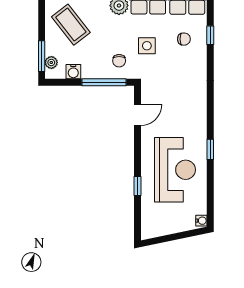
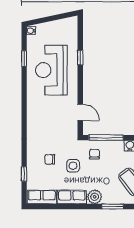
chair: (184, 39) -> (50, 159), moved
door: (138, 115) -> (80, 112), swing flipped
window: (210, 149) -> (24, 59), moved

